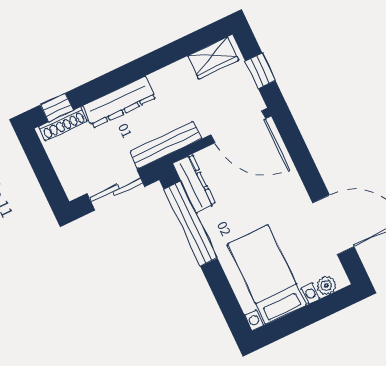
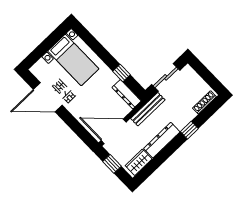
dresser: (119, 102) -> (162, 140), moved
window: (57, 107) -> (189, 130), moved
window: (190, 224) -> (121, 73), width x0.32
plant: (326, 285) -> (41, 65), removed

